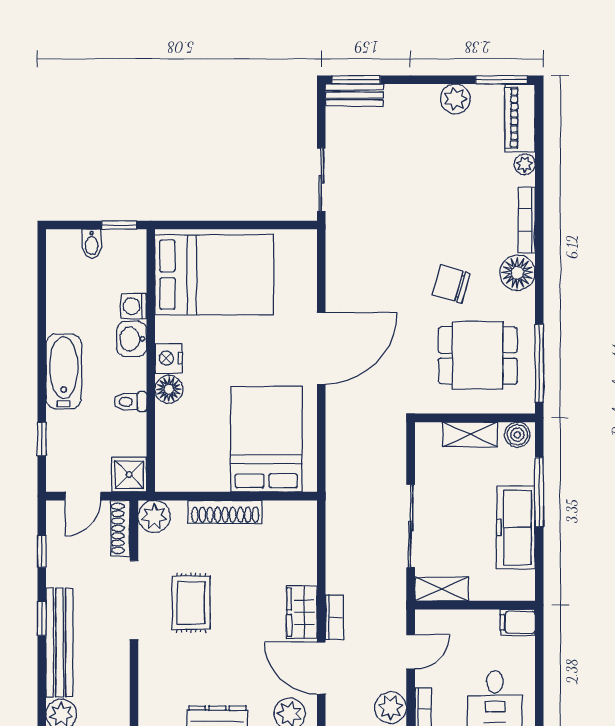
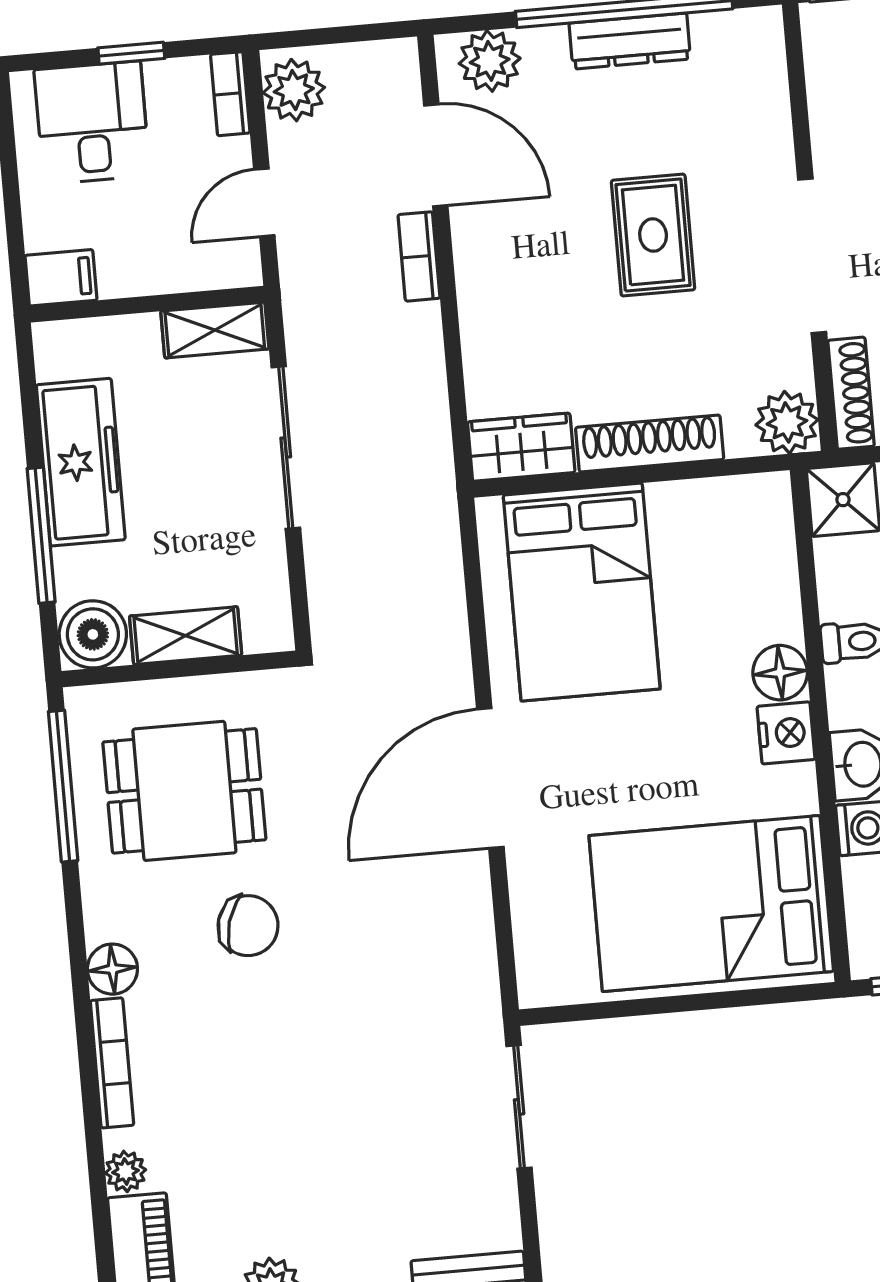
floor lamp: (517, 273) -> (112, 969), width x0.73, depth x0.73
boiler: (517, 435) -> (93, 634), width x1.36, depth x1.36
rug: (191, 603) -> (653, 235), moved
wardrobe: (302, 612) -> (521, 447), moved, turned -90

